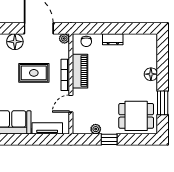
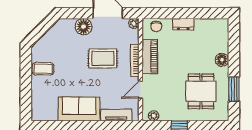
dining table: (136, 116) -> (201, 91), moved, turned 90
plant: (96, 129) -> (154, 116), moved

